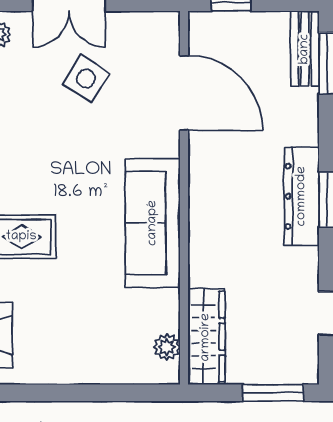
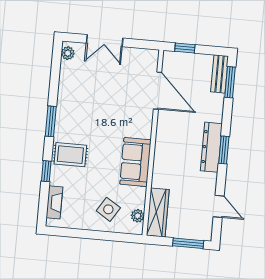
side table: (86, 78) -> (108, 209), moved
sofa: (153, 223) -> (135, 162), width x0.73

